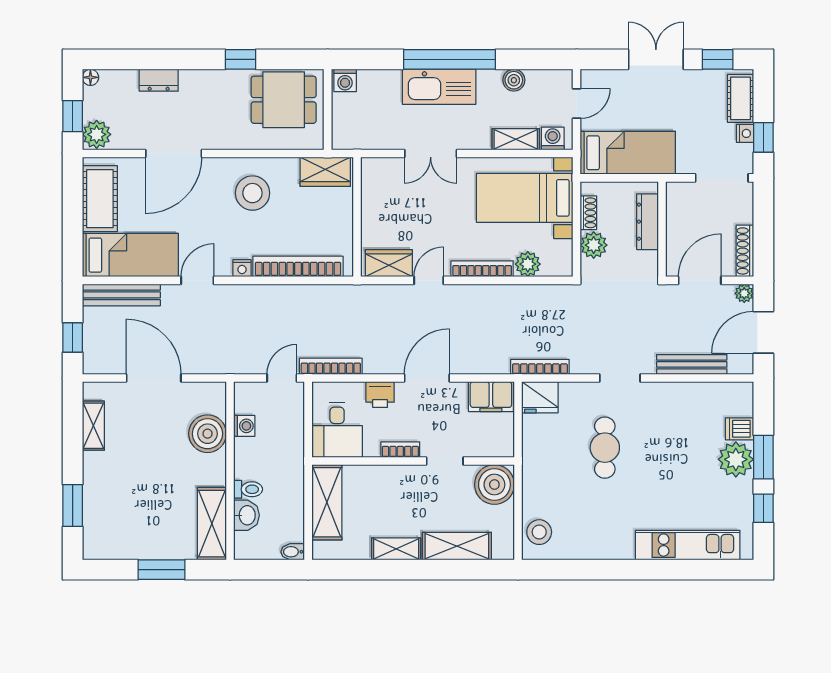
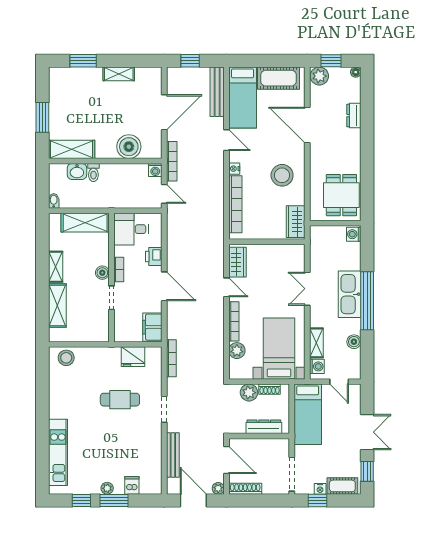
window: (241, 59) -> (367, 168), removed
bookcase: (331, 366) -> (172, 161), moved
fridge: (540, 397) -> (133, 357), moved, turned -90
shelving: (93, 426) -> (119, 74), moved
washing machine: (244, 426) -> (155, 170), moved
plant: (736, 459) -> (107, 488), width x0.53, depth x0.53
boiler: (494, 485) -> (102, 273), moved, width x0.54, depth x0.54

